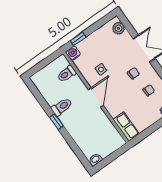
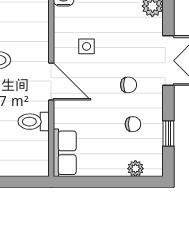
toilet: (67, 74) -> (34, 122), moved
door: (96, 98) -> (51, 82), hinge flipped

